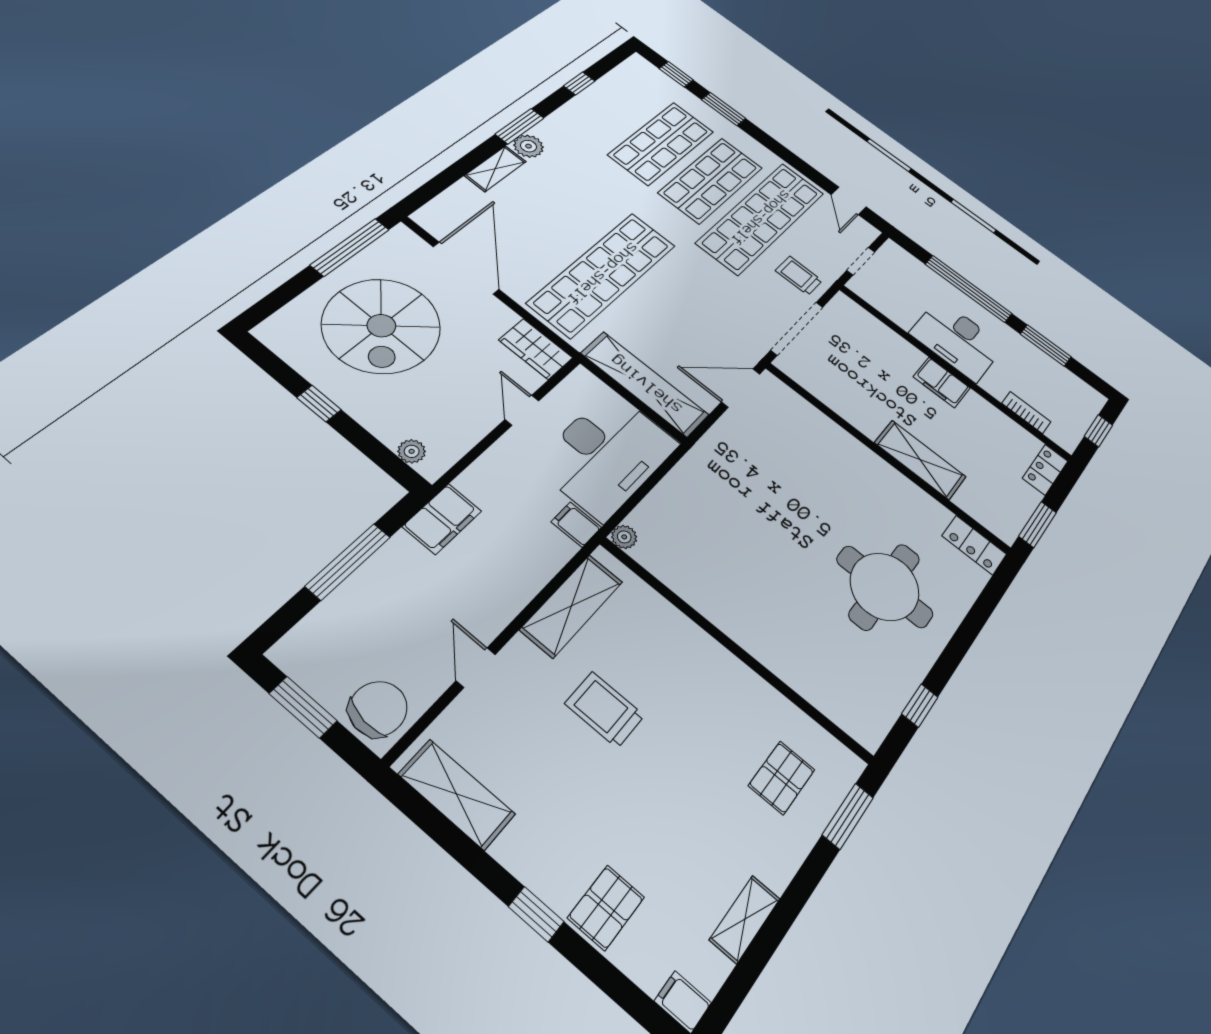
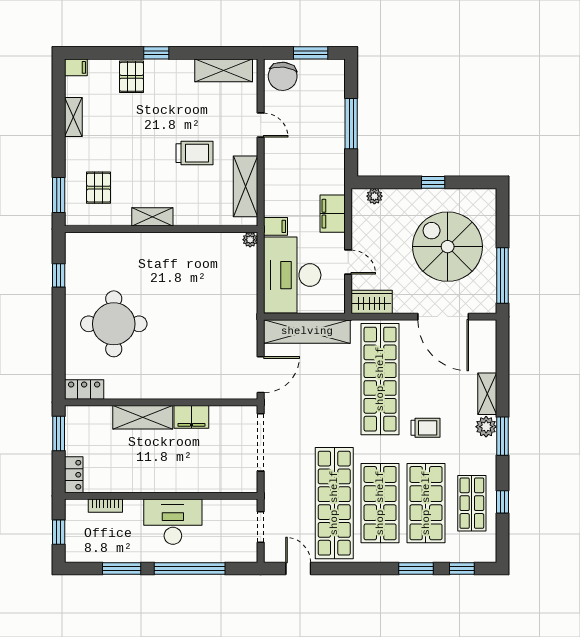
shop shelf: (612, 107) -> (472, 503), added
trolley: (799, 276) -> (426, 428), moved
filing cabinet: (942, 382) -> (191, 417), moved, turned 180
filing cabinet: (442, 519) -> (333, 214), moved
shelving: (734, 674) -> (152, 217), added

